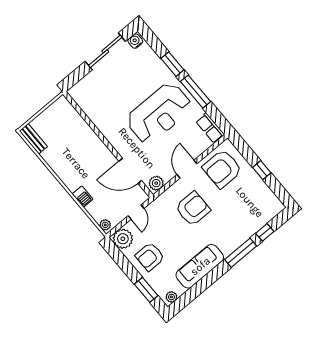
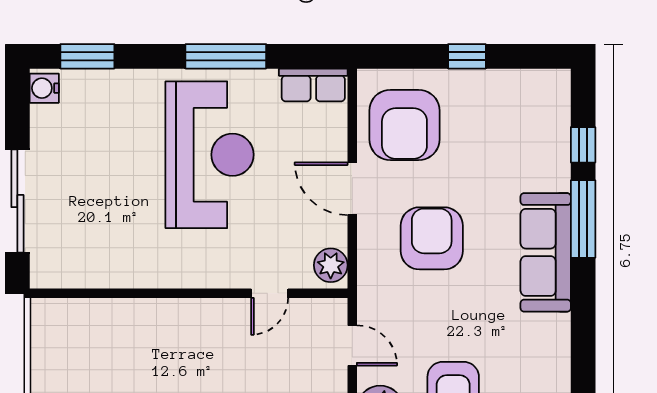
sliding door: (105, 51) -> (17, 201), moved
window: (172, 64) -> (87, 56), moved
door: (130, 171) -> (270, 293), width x0.53
sofa: (200, 266) -> (546, 252), moved

